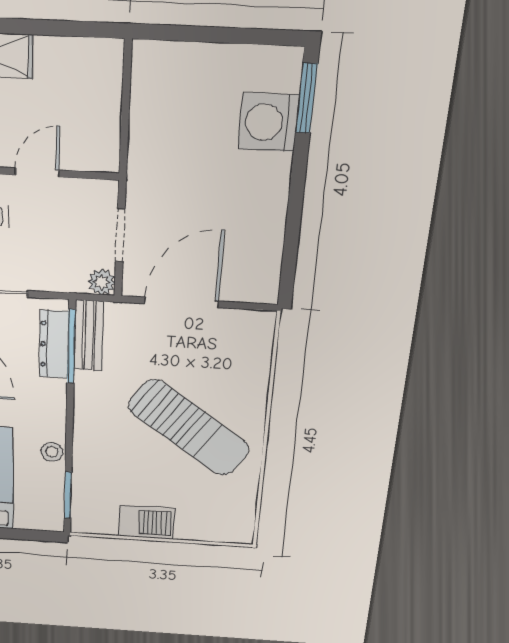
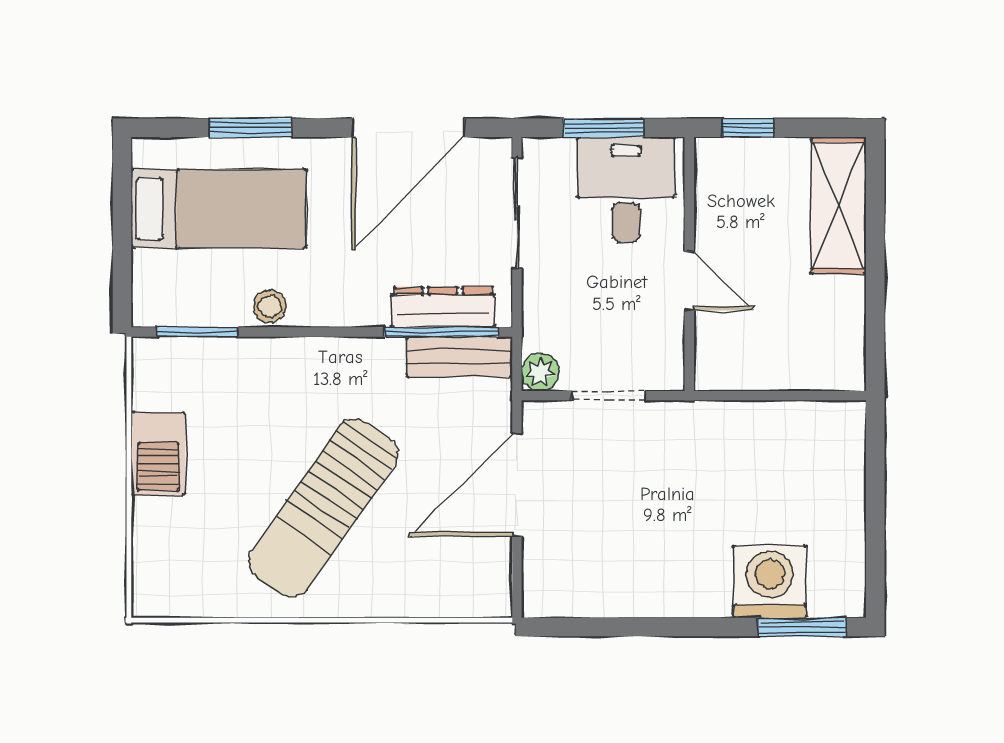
door: (181, 302) -> (517, 485), swing flipped

